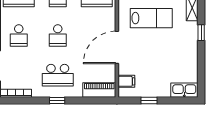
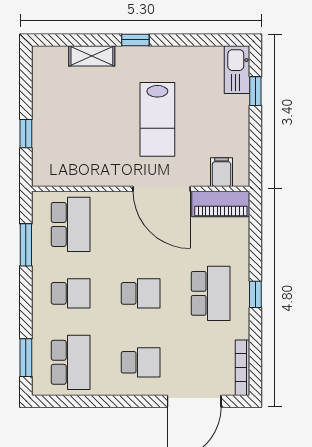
lab bench: (151, 18) -> (157, 119), moved, turned 180
piano: (99, 90) -> (221, 204), moved, turned -90
window: (149, 100) -> (255, 91), moved

